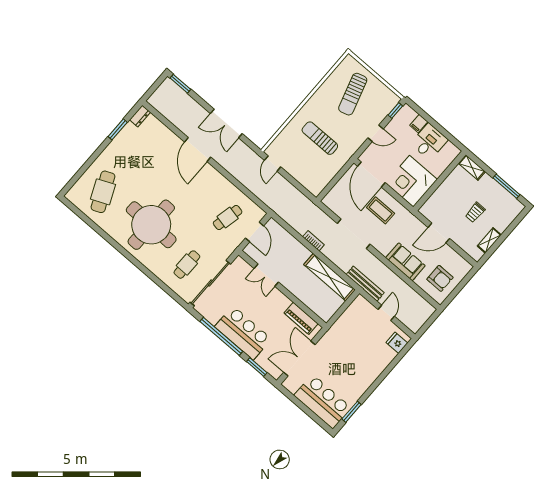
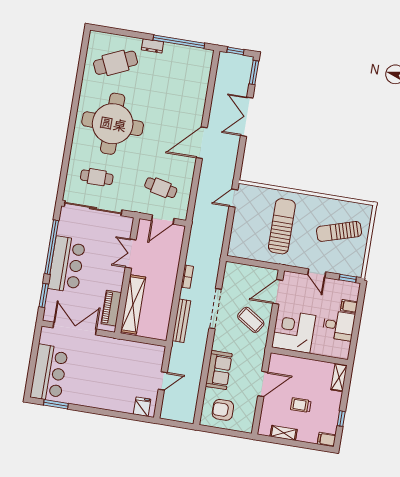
window: (154, 88) -> (235, 51), added
dresser: (140, 116) -> (152, 46), moved
double door: (226, 123) -> (247, 117), moved
window: (118, 129) -> (179, 42), width x2.11
sun lounger: (320, 138) -> (282, 226), width x1.36, depth x1.34
door: (198, 150) -> (202, 143), moved
door: (371, 174) -> (278, 292), width x0.73
window: (506, 186) -> (341, 419), width x0.46
filing cabinet: (516, 209) -> (327, 439), added
coffee table: (381, 210) -> (251, 320), turned -57
door: (439, 233) -> (263, 384), swing flipped
shelving: (330, 277) -> (133, 304), moved
armchair: (440, 278) -> (223, 410), turned 90
bench: (365, 284) -> (181, 321), moved

